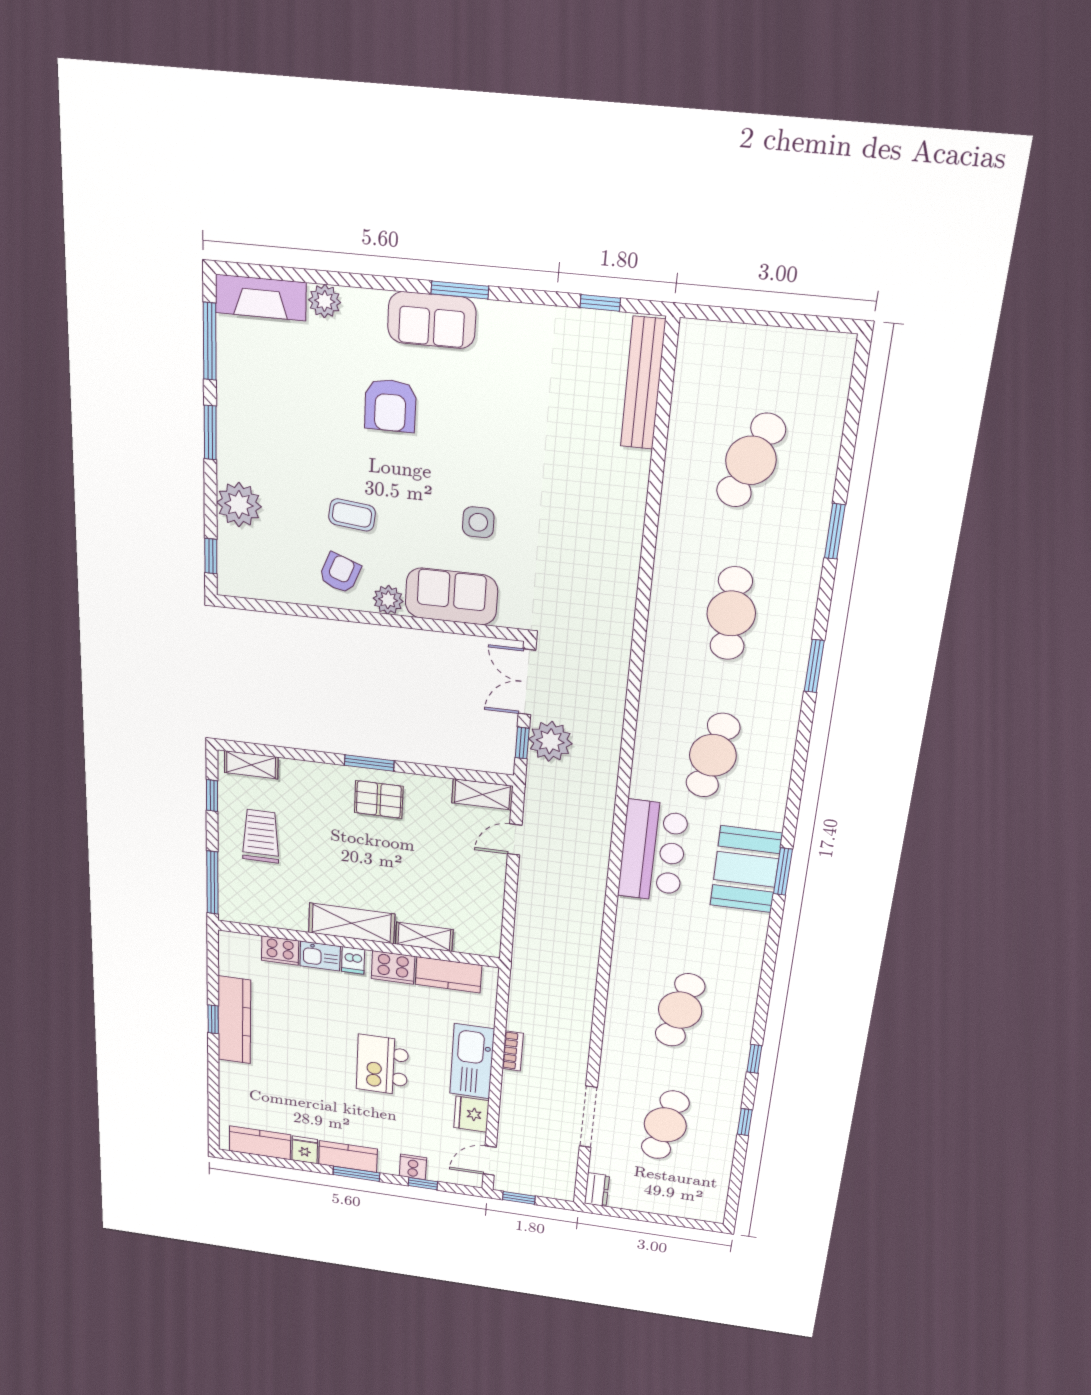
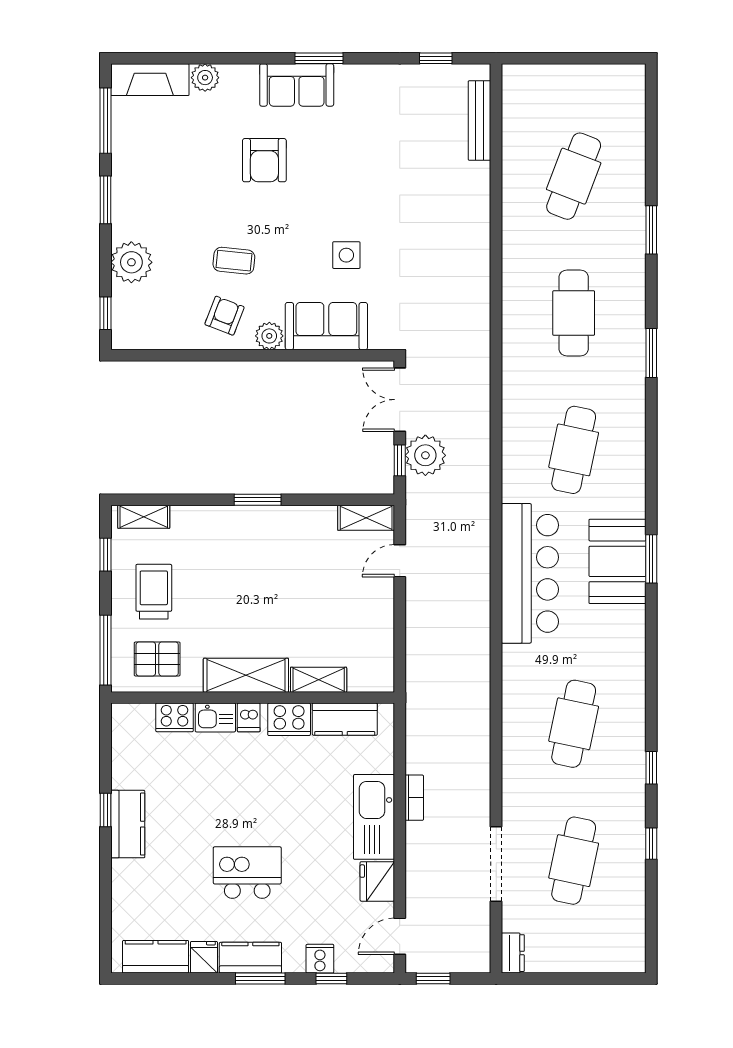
bench: (643, 383) -> (480, 120), width x0.73, depth x0.82
pallet: (379, 799) -> (157, 659), moved
bar counter: (653, 851) -> (530, 573), width x1.36
kitchen counter: (234, 1020) -> (128, 824), width x0.67
kitchen island: (382, 1065) -> (247, 873), moved, turned 90

